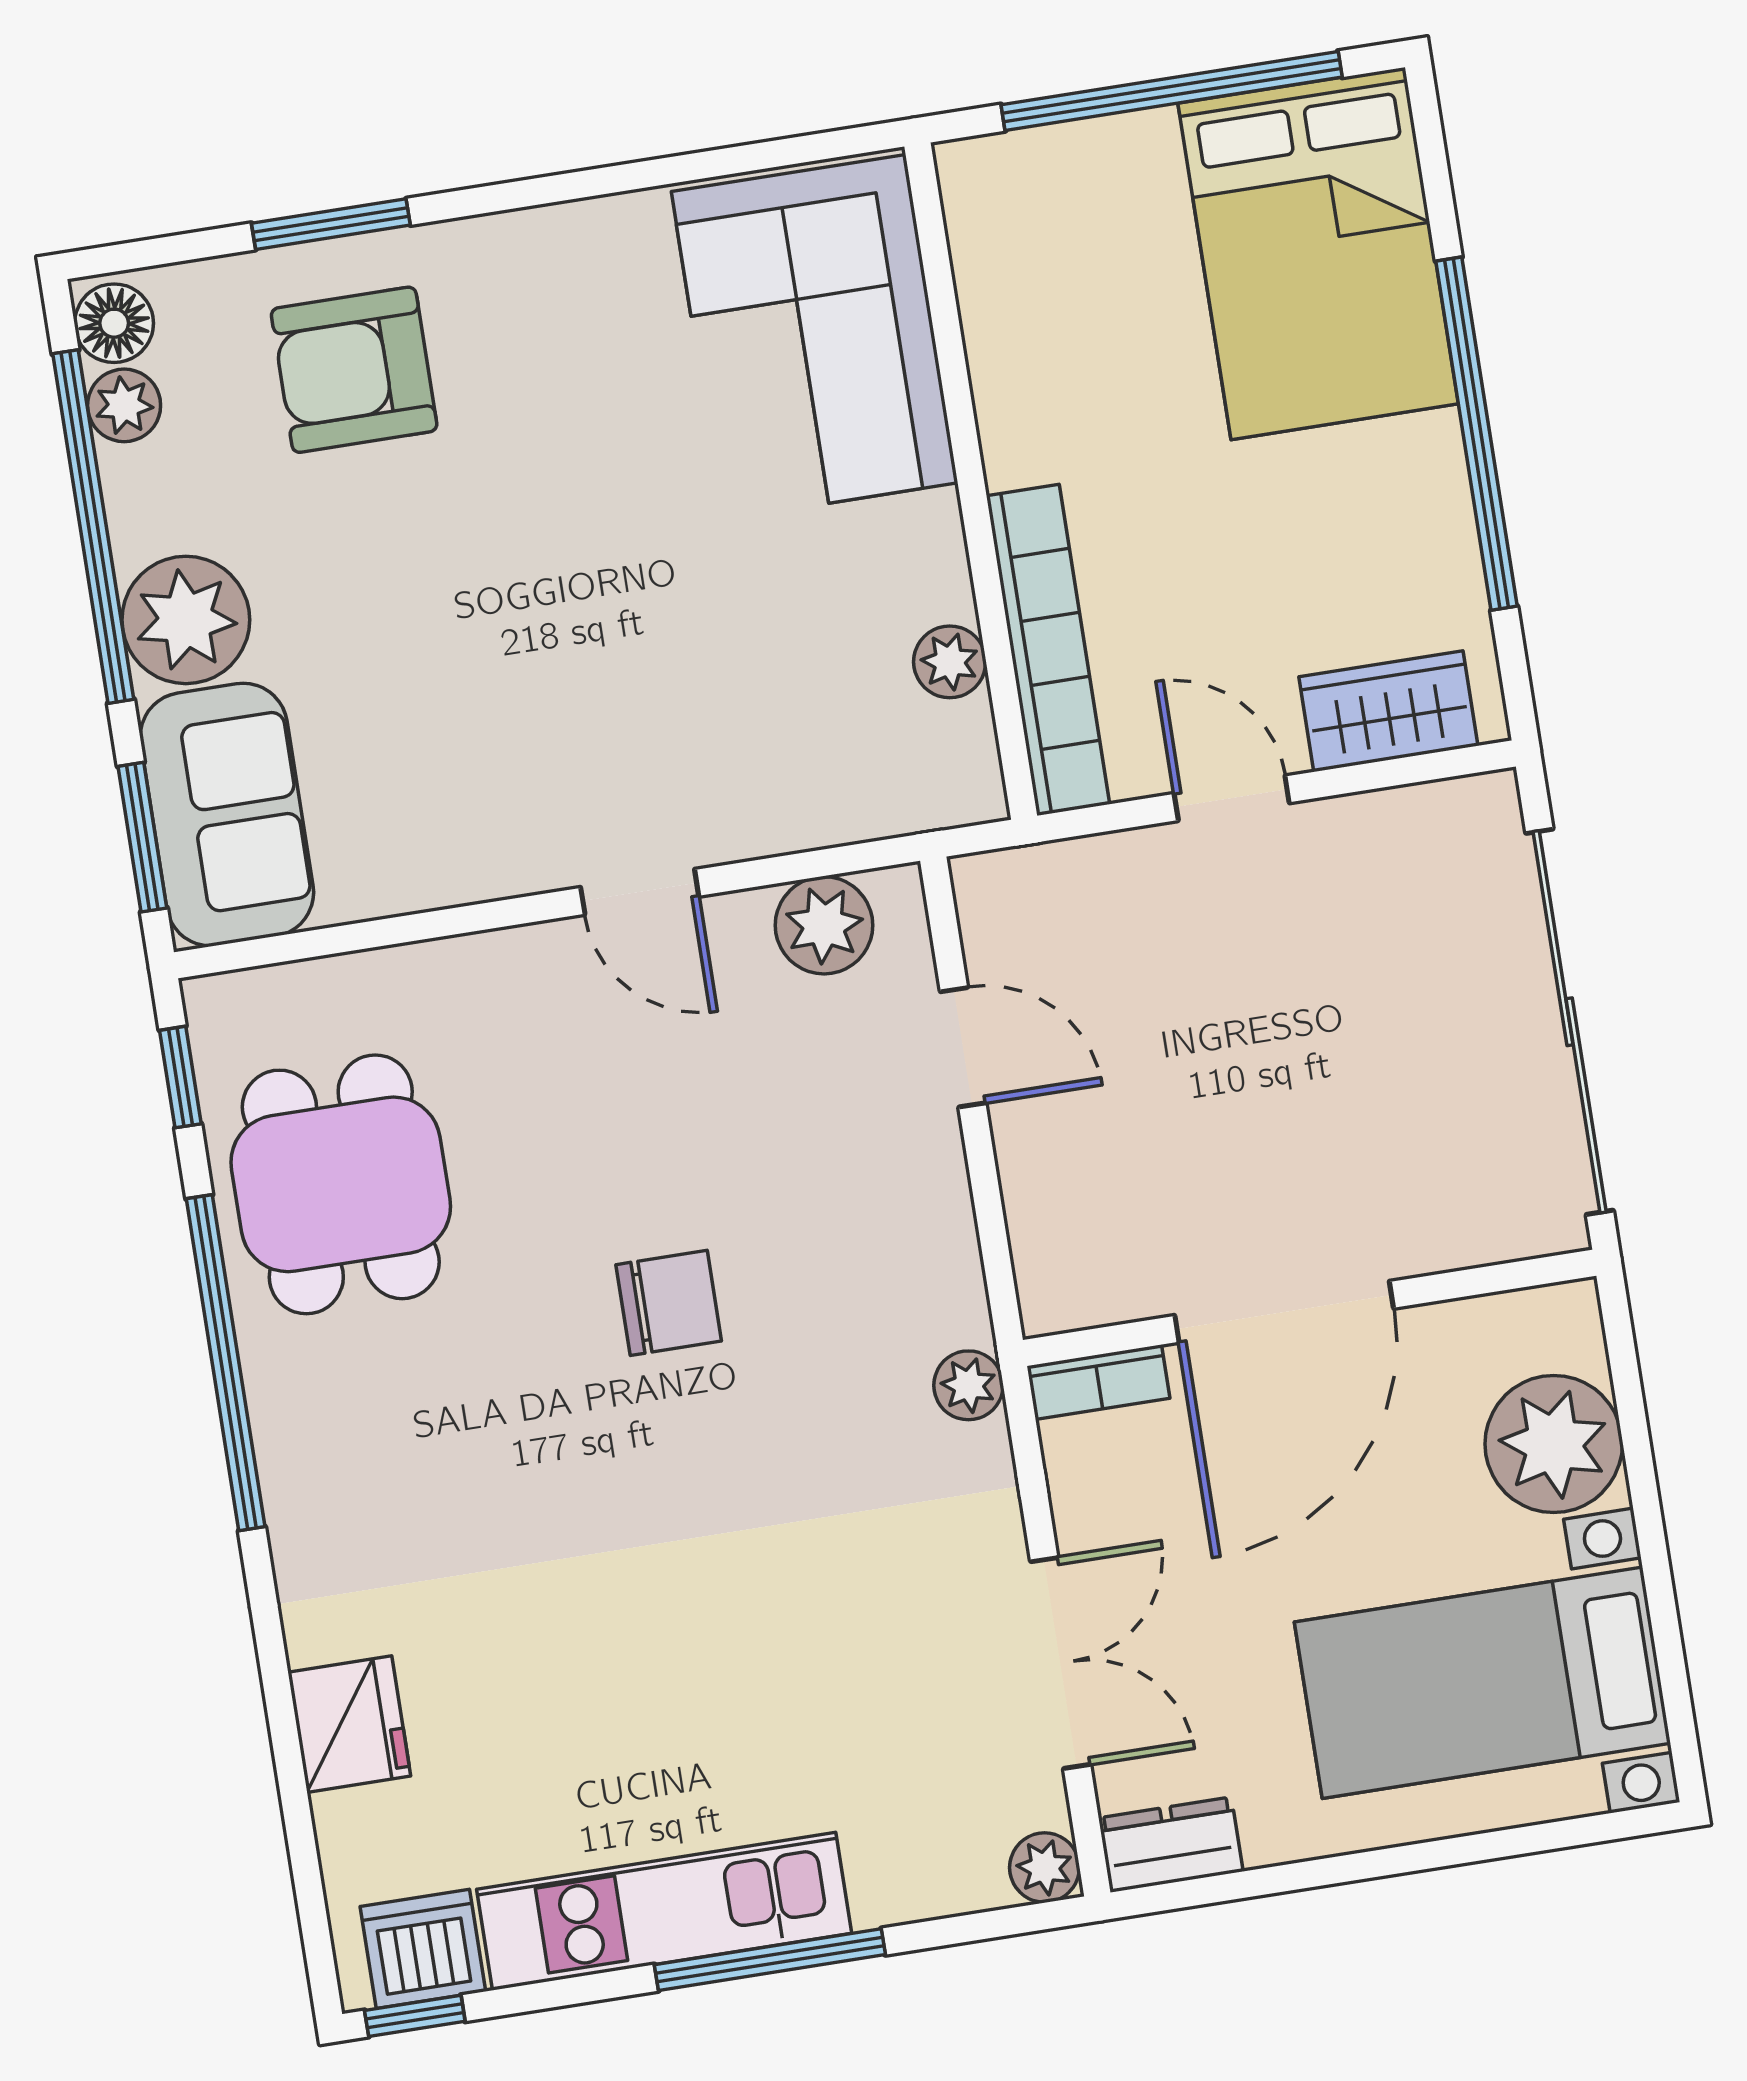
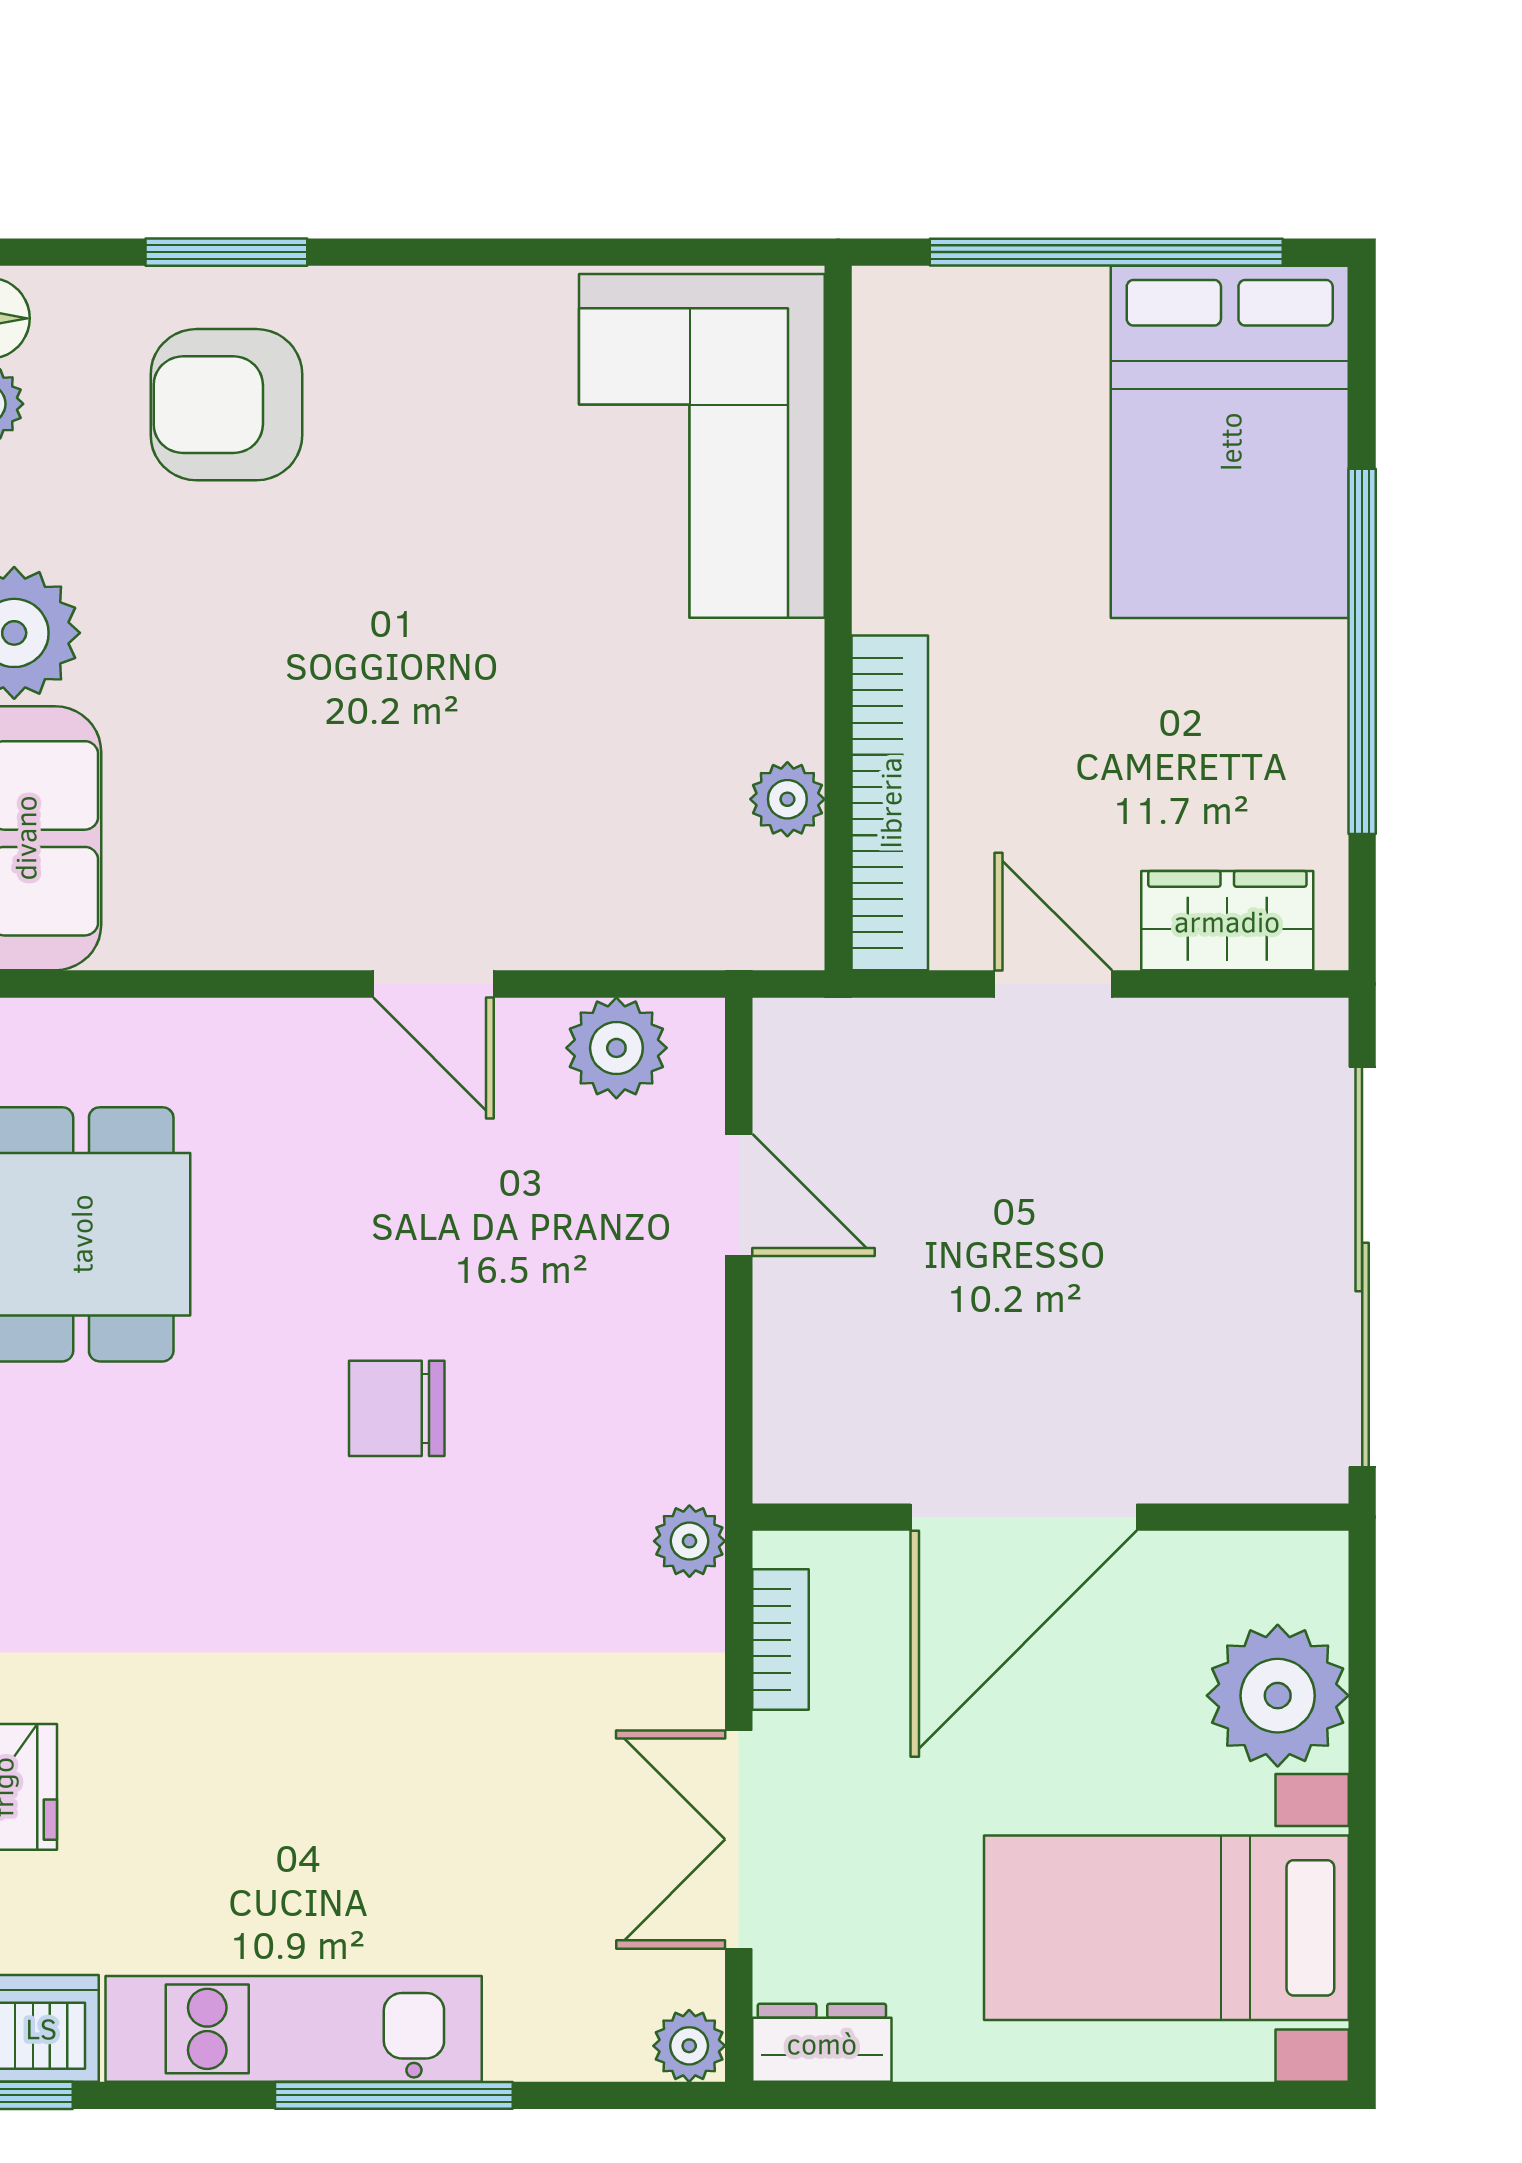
chair: (669, 1303) -> (397, 1408), turned 180
bookcase: (1098, 1382) -> (780, 1640), moved, turned -90
double door: (1061, 1663) -> (739, 1839), swing flipped

